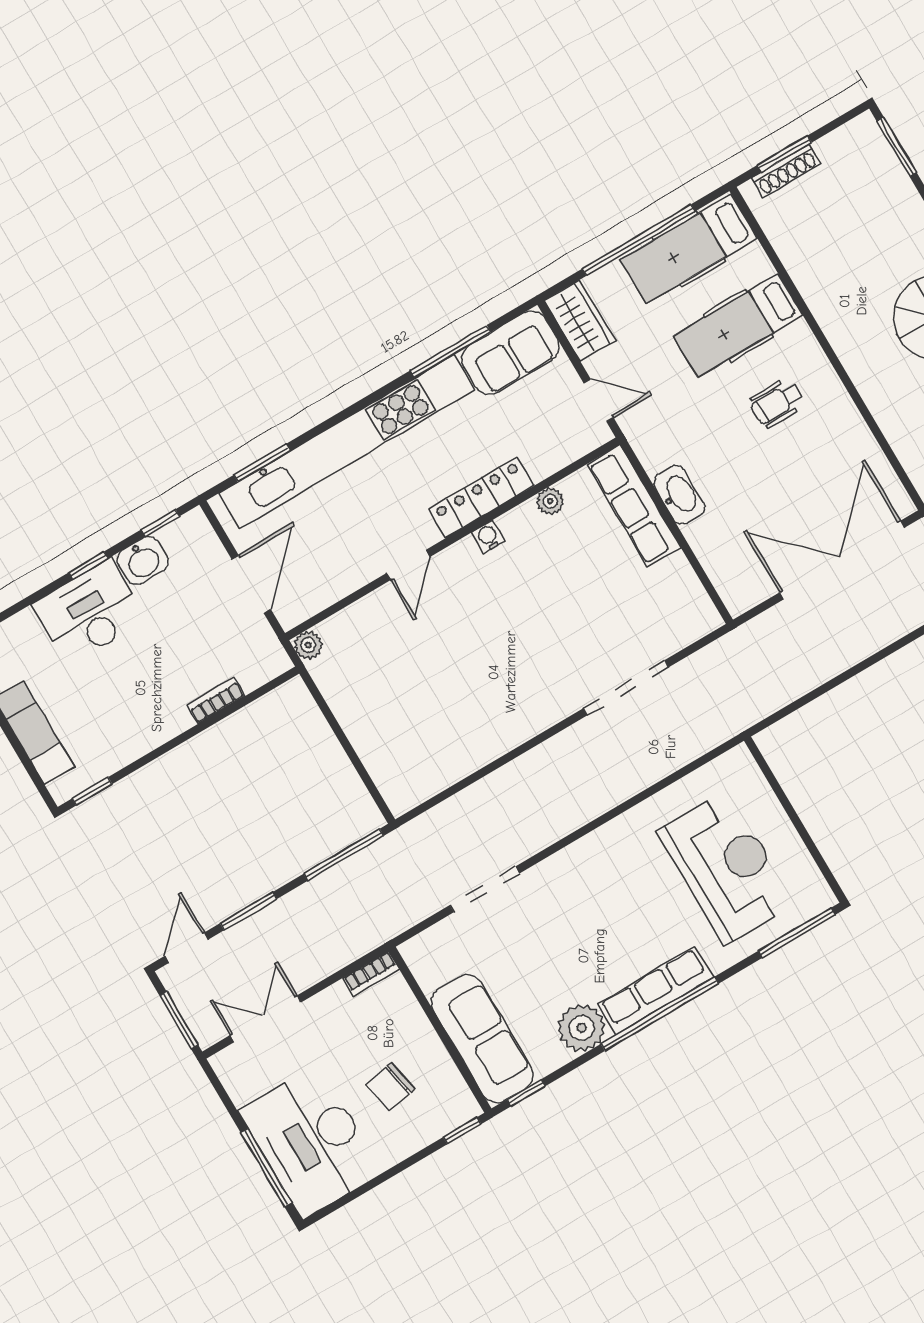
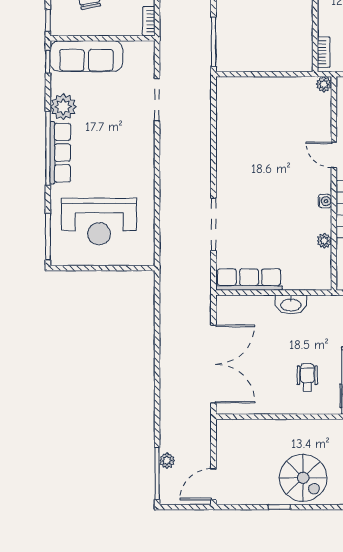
row of seats: (634, 506) -> (249, 280), moved
bookcase: (216, 700) -> (324, 52), moved

